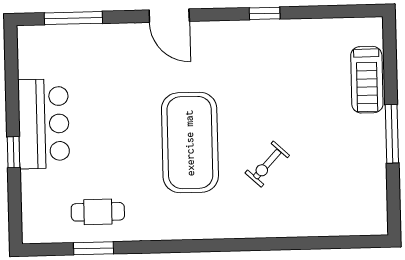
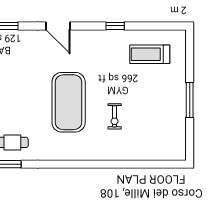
treadmill: (367, 80) -> (150, 54), moved, turned 90
exercise bike: (267, 164) -> (115, 116), turned -43

